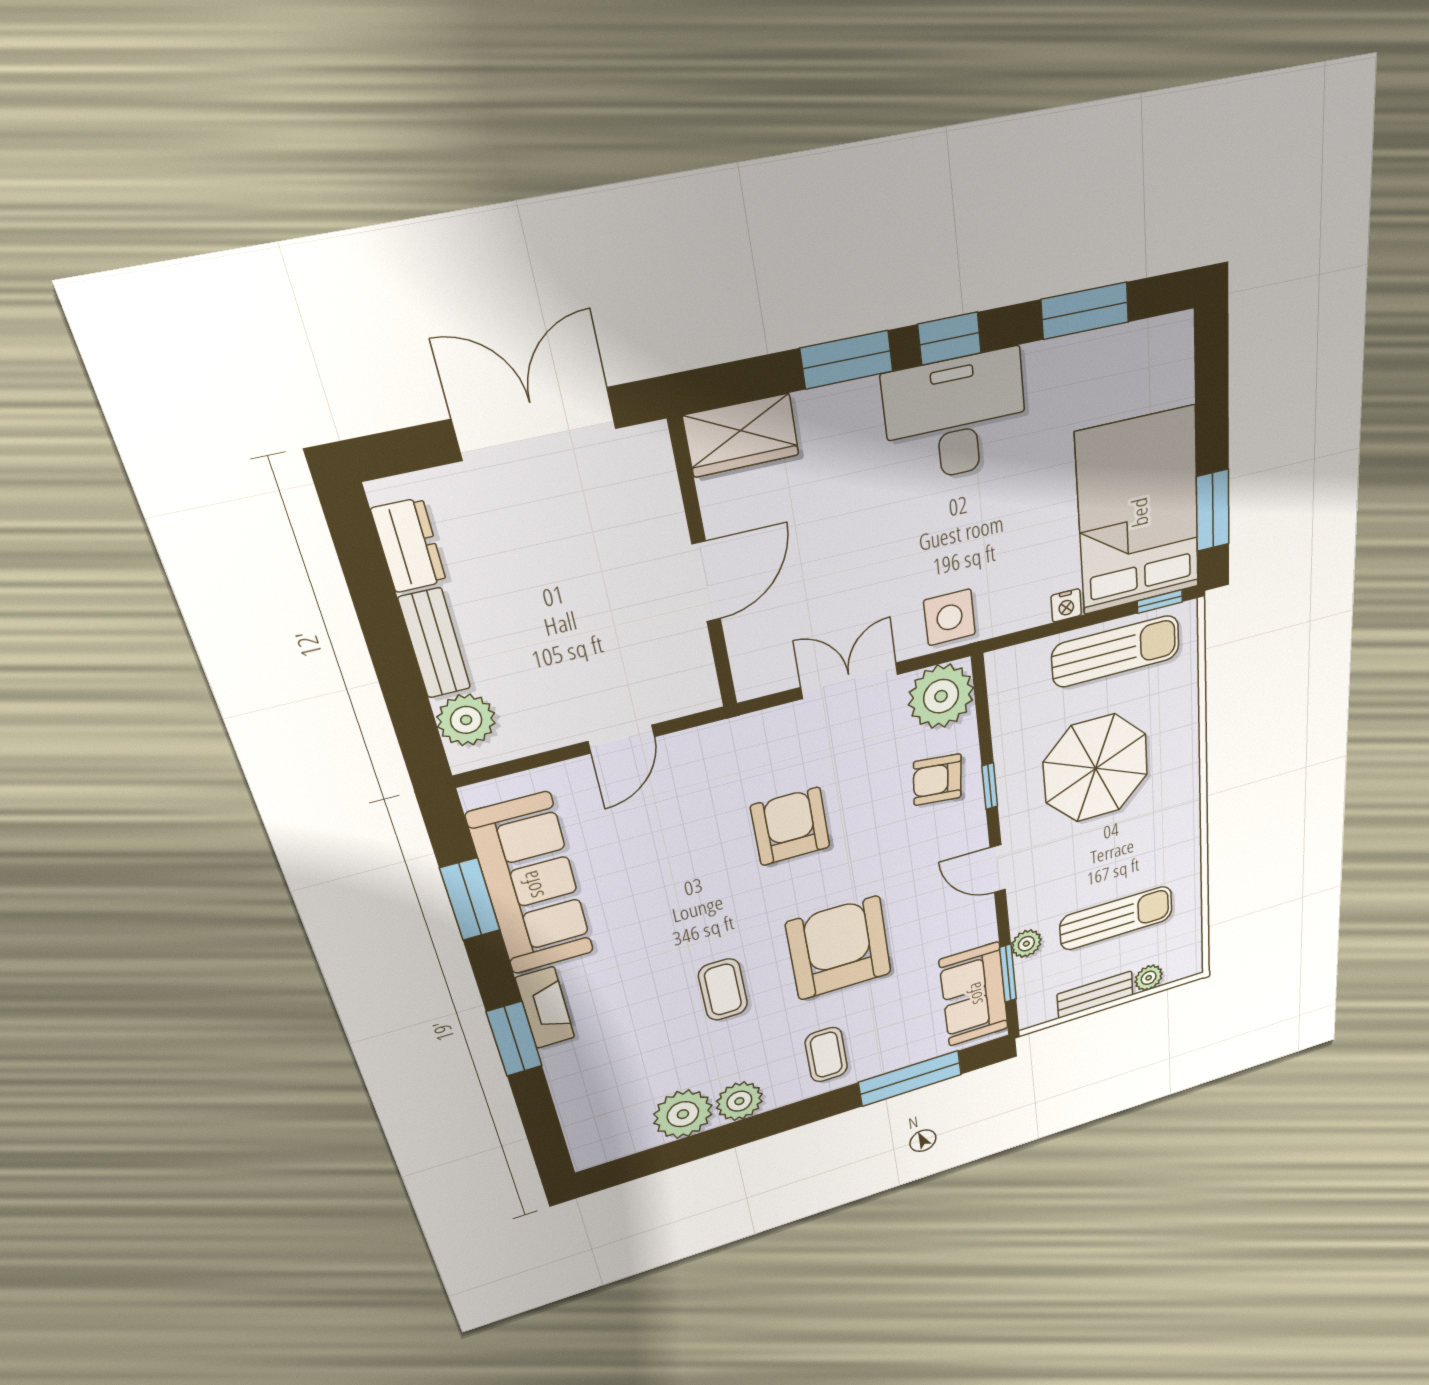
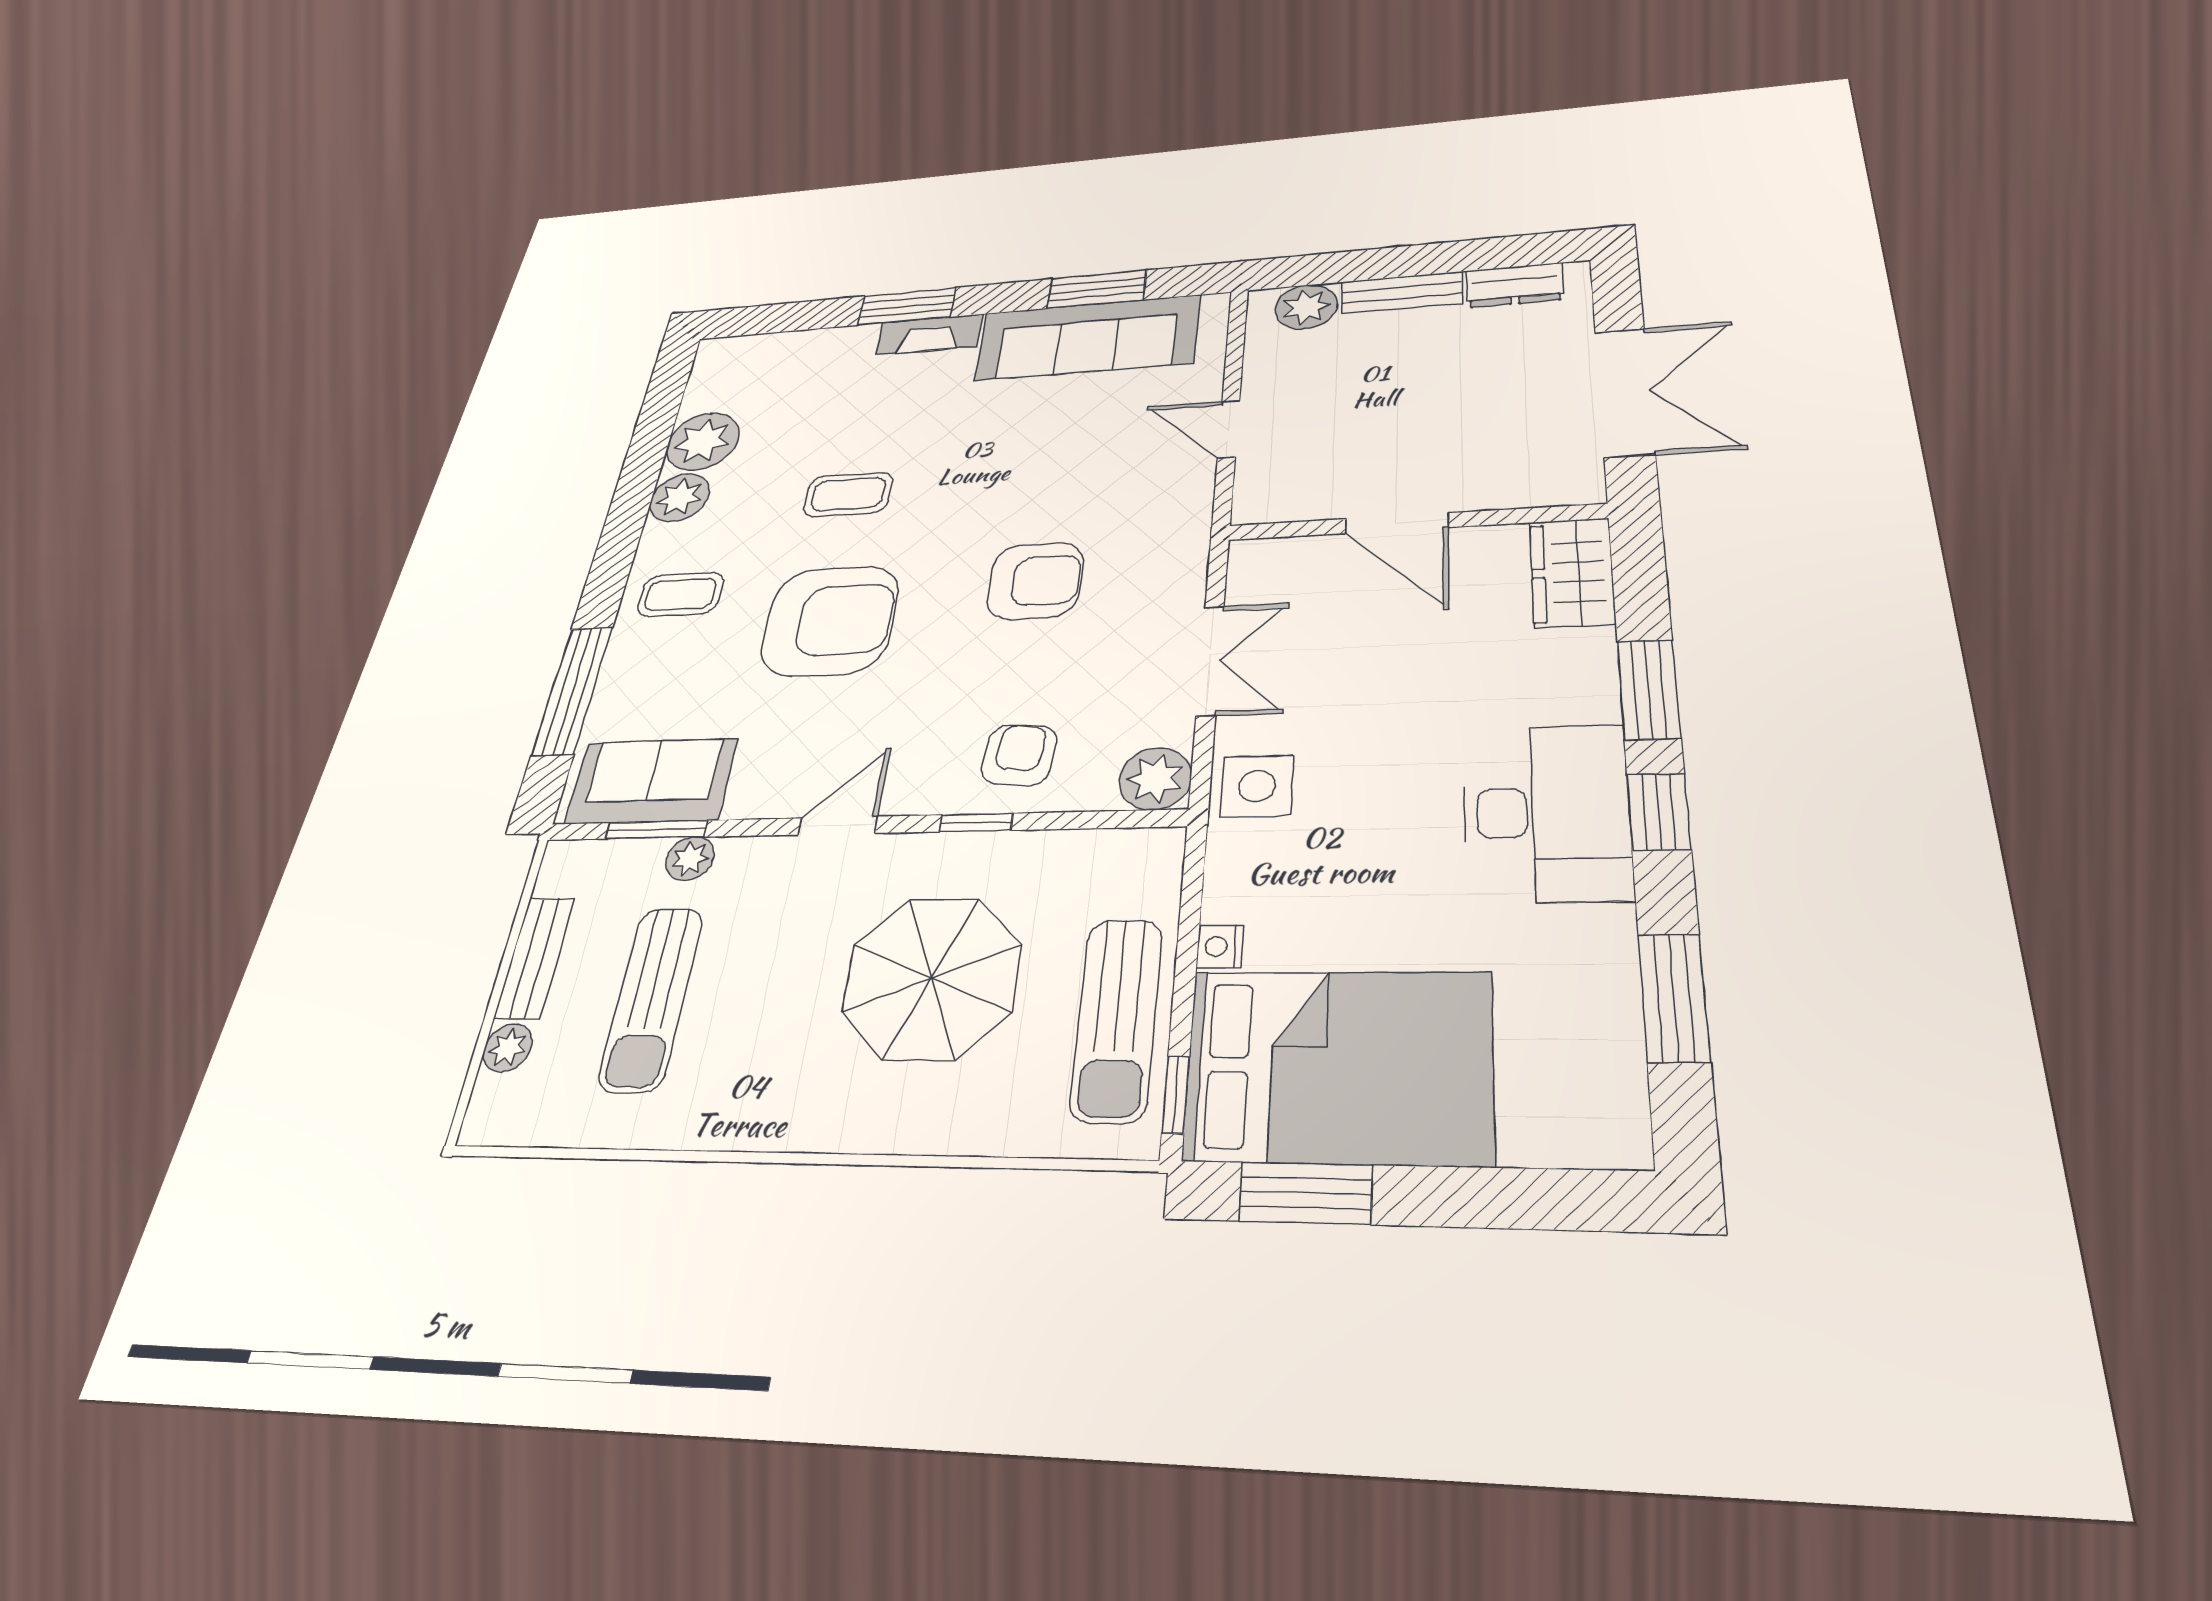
plant: (941, 696) -> (1155, 779), width x0.73, depth x0.73

